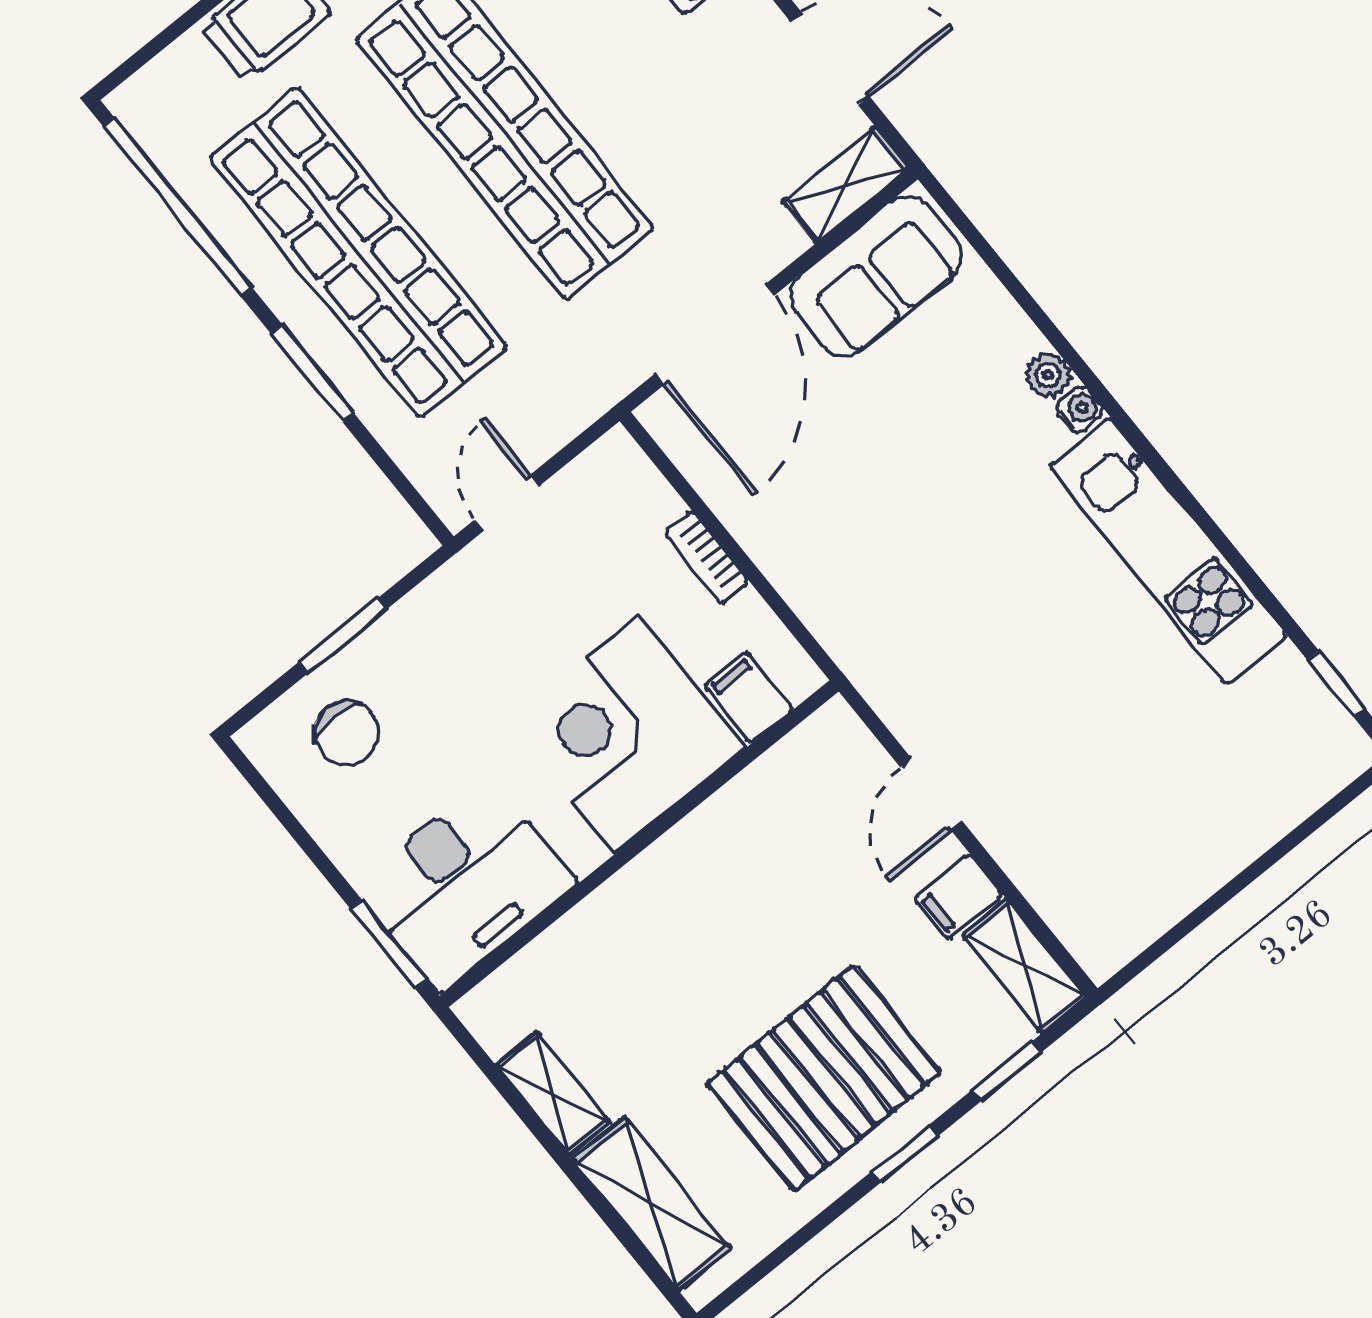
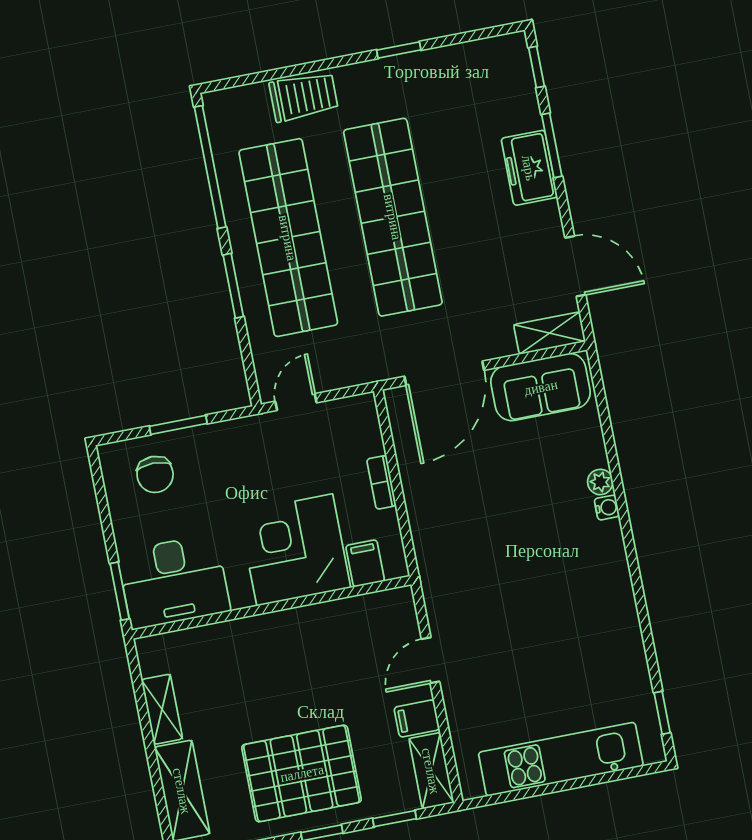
kitchen unit: (1168, 551) -> (561, 759), moved, turned 90

